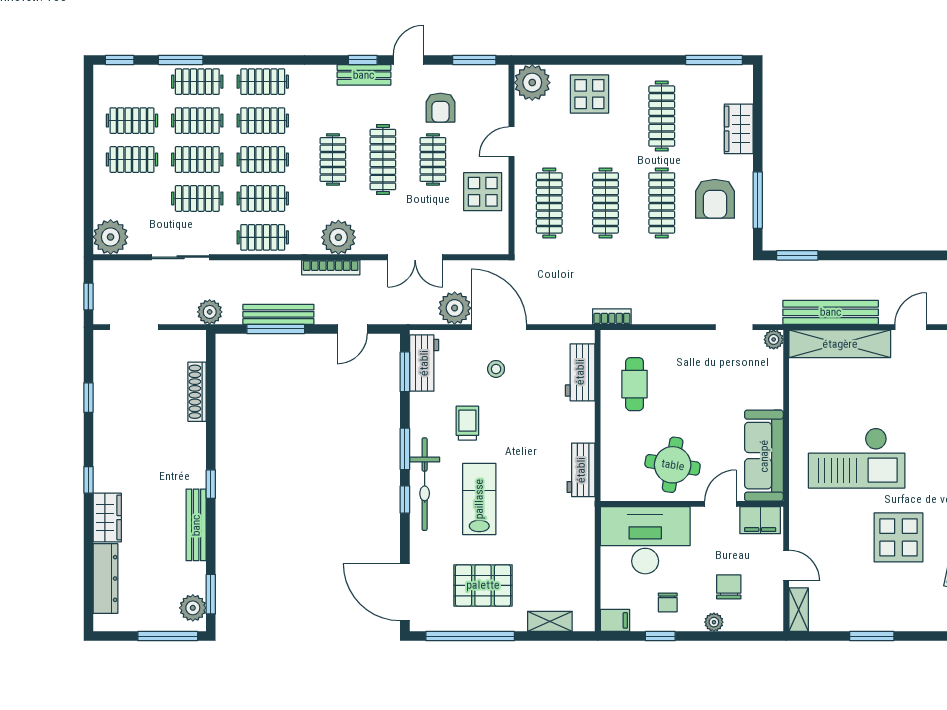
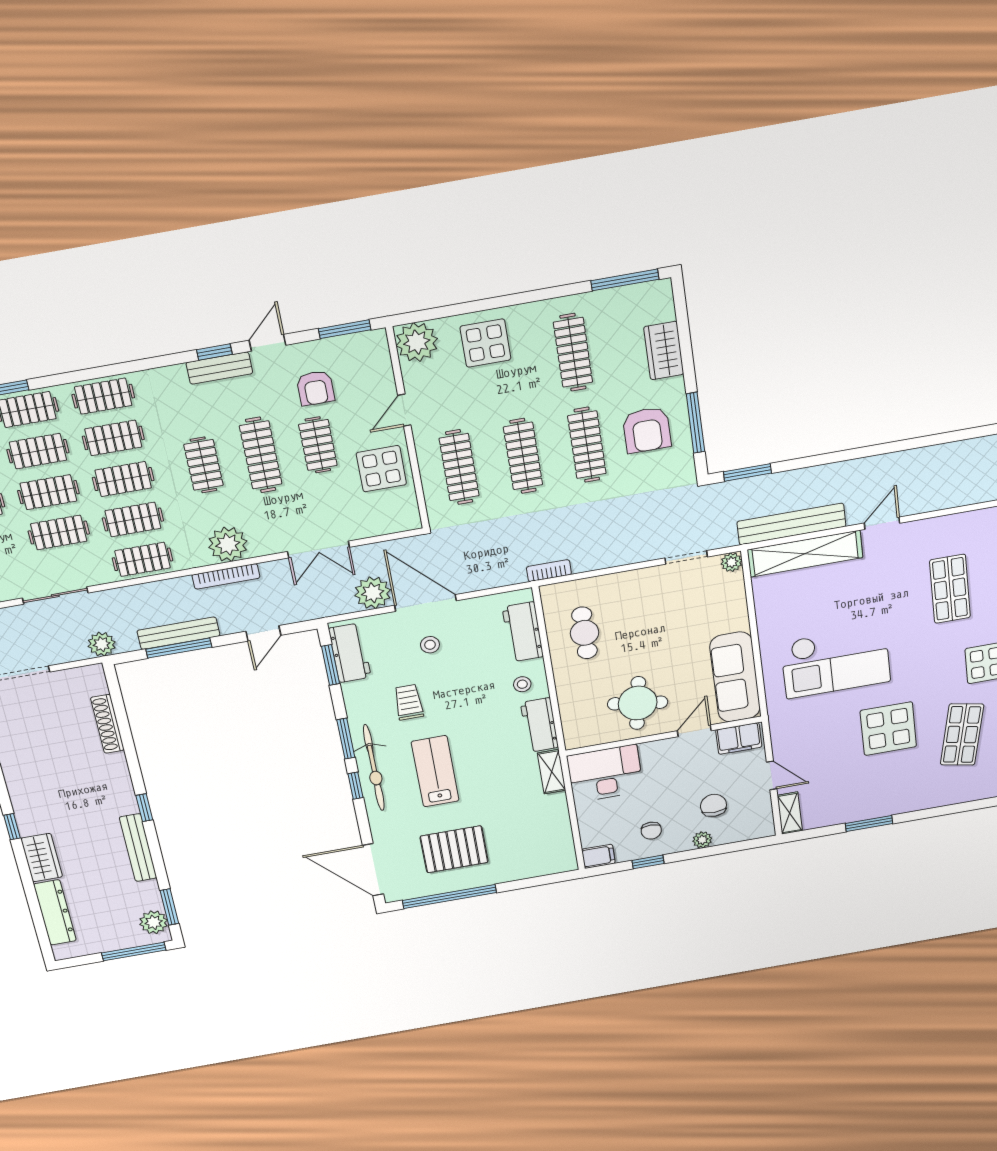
stool: (572, 425) -> (522, 684), added
desk: (645, 540) -> (605, 773), width x0.73, depth x0.77
shelving: (550, 621) -> (552, 772), moved, turned 90

